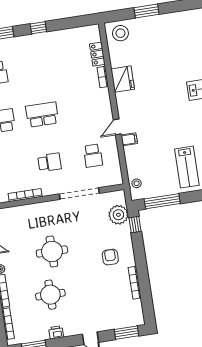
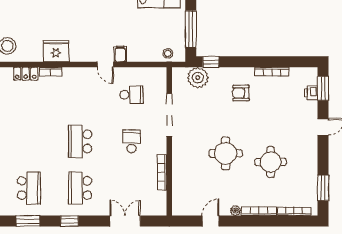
printer: (56, 332) -> (311, 93), moved

